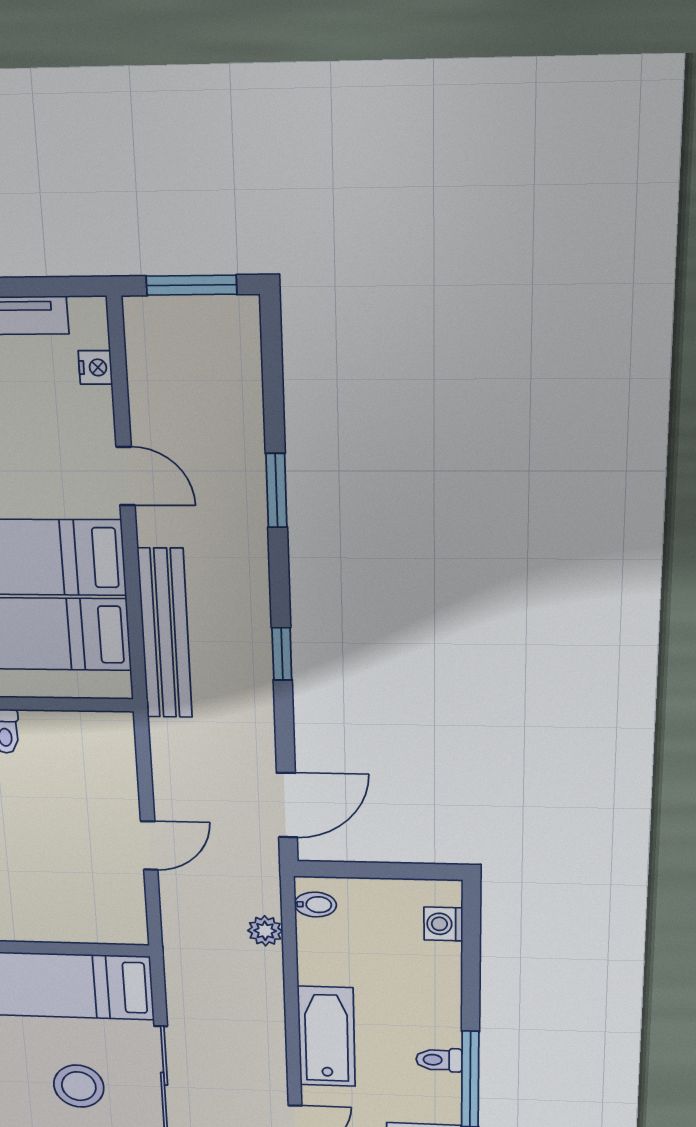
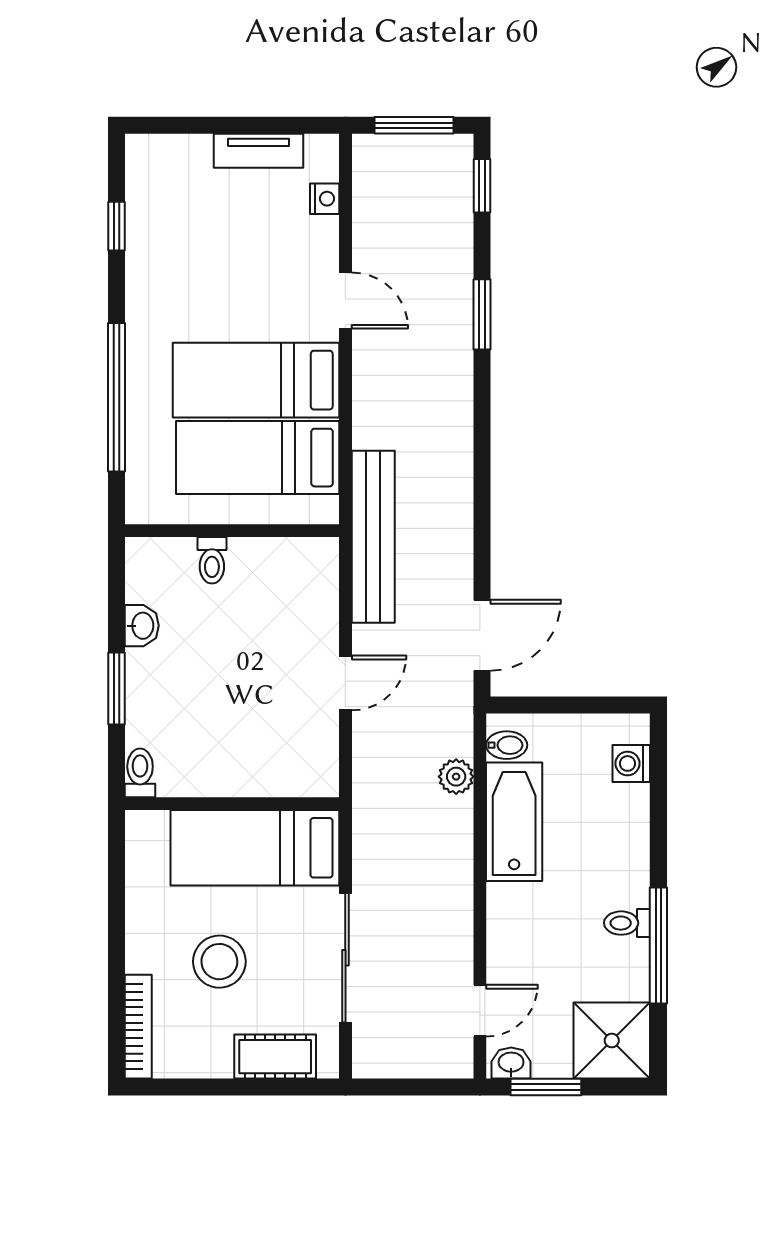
bench: (165, 634) -> (373, 537), moved
window: (282, 654) -> (482, 186), moved
bathtub: (326, 1037) -> (514, 822), moved
stool: (79, 1086) -> (219, 962), moved

